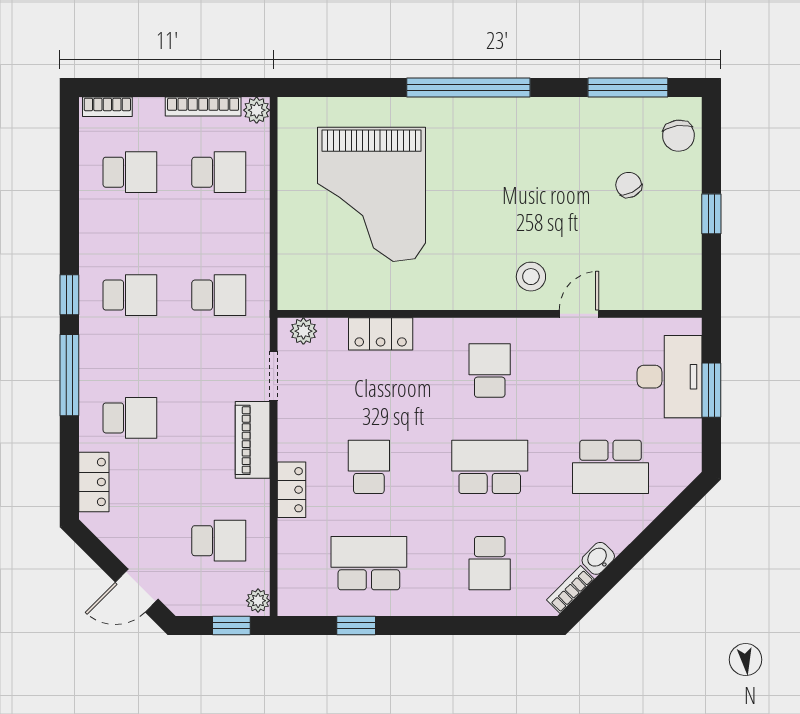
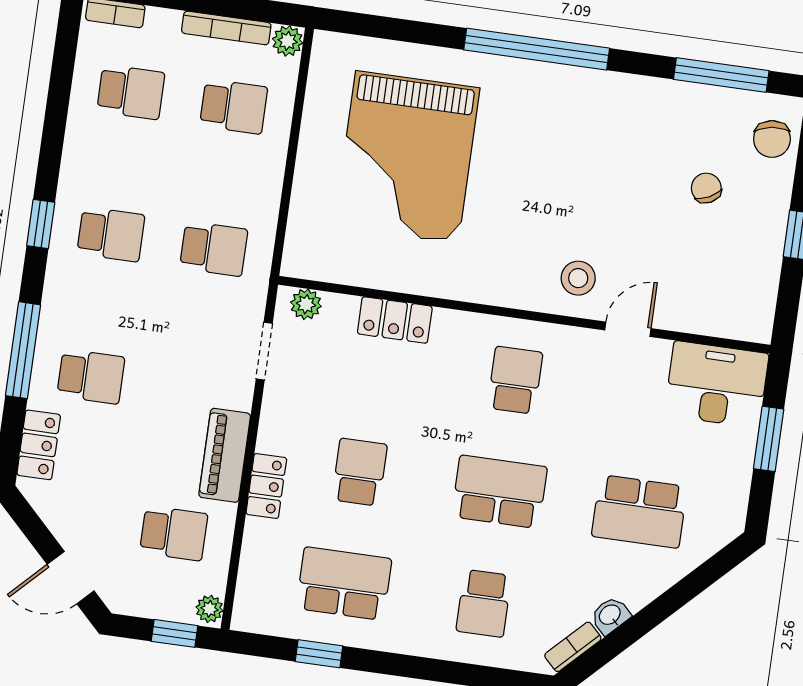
window: (69, 375) -> (23, 350), moved
desk: (670, 377) -> (717, 384), moved, turned -90
piano: (253, 440) -> (225, 455), moved

